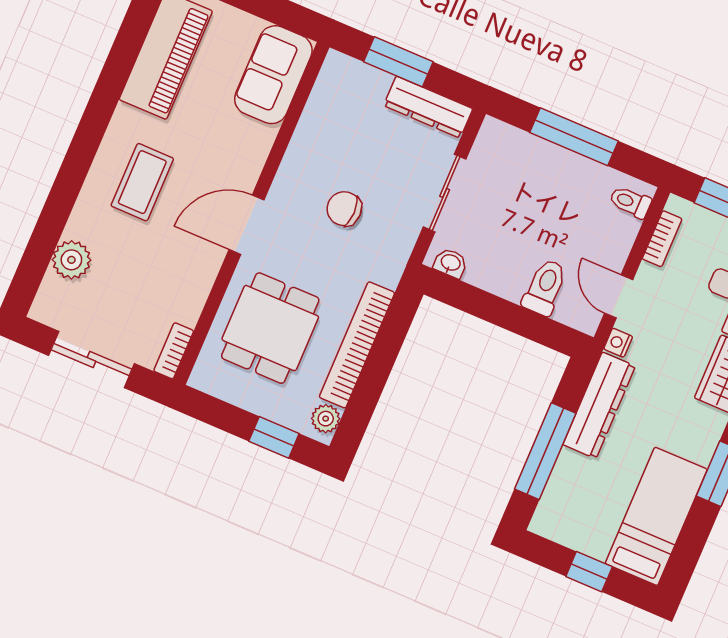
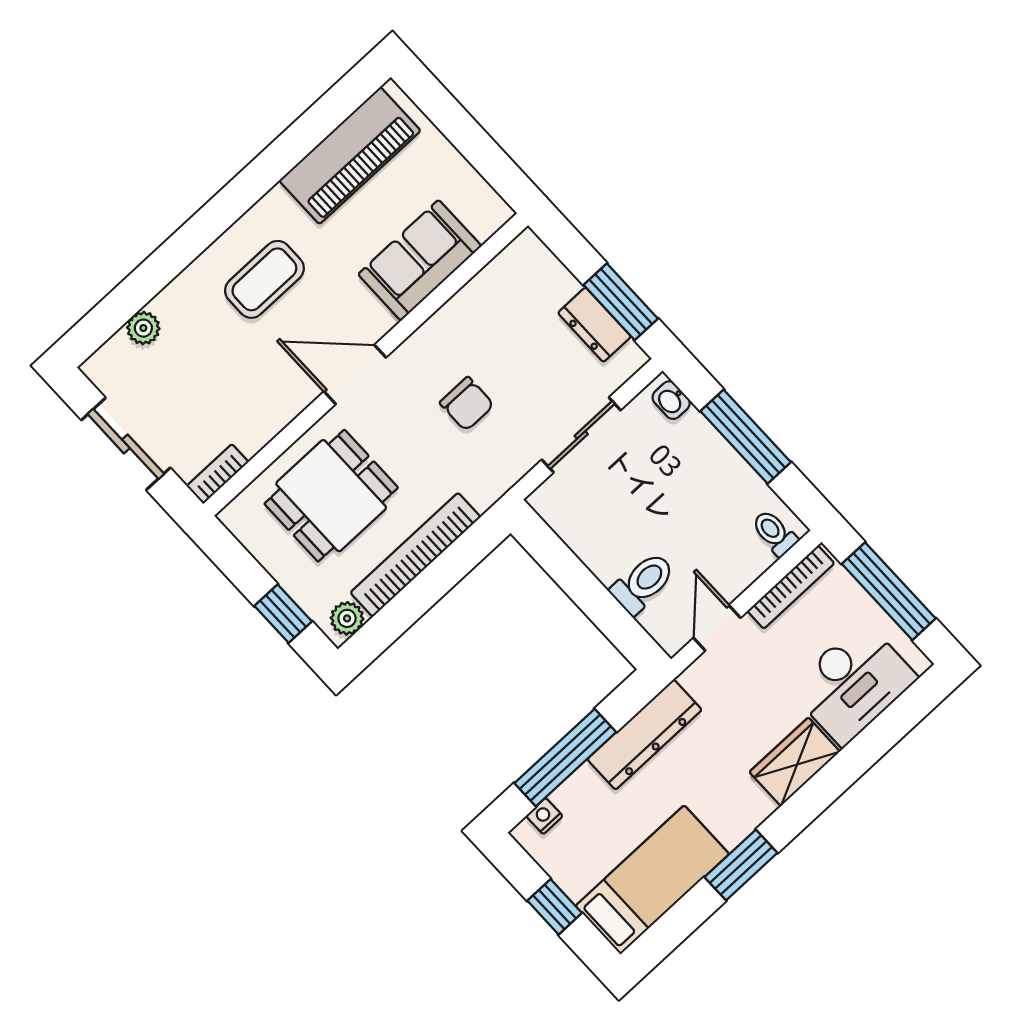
window: (398, 62) -> (621, 302), moved
sofa: (273, 75) -> (420, 260), moved
dresser: (428, 107) -> (594, 325), width x0.70
chair: (344, 209) -> (467, 404), turned 180
bookcase: (662, 239) -> (791, 587), width x1.56
plant: (71, 260) -> (143, 328), width x0.73, depth x0.73
washbasin: (450, 263) -> (671, 400), moved, turned 180
nightstand: (618, 343) -> (544, 816), moved

